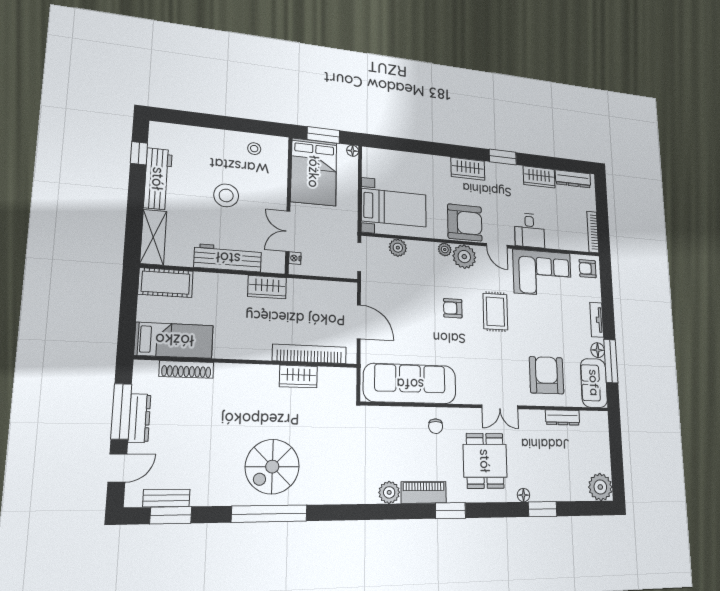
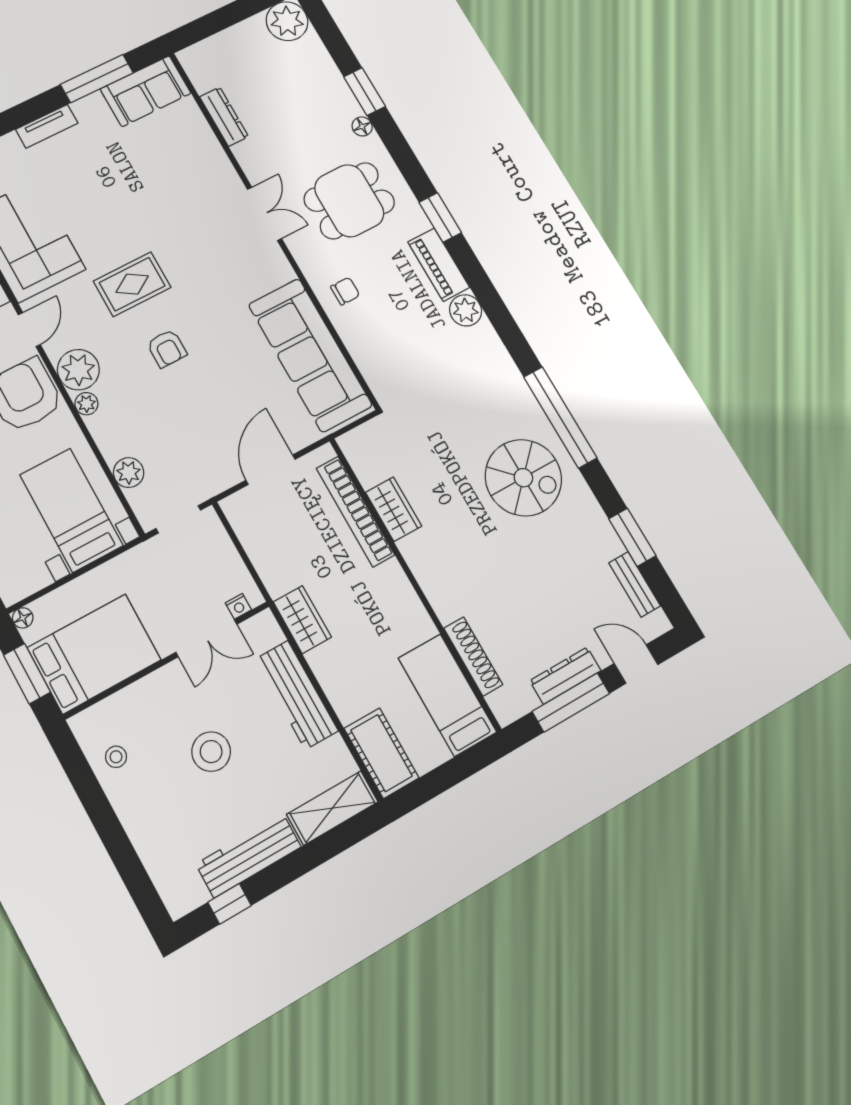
floor lamp: (598, 350) -> (93, 105), removed
armchair: (547, 375) -> (178, 166), removed
window: (269, 514) -> (560, 417), moved
window: (171, 515) -> (632, 537), moved

